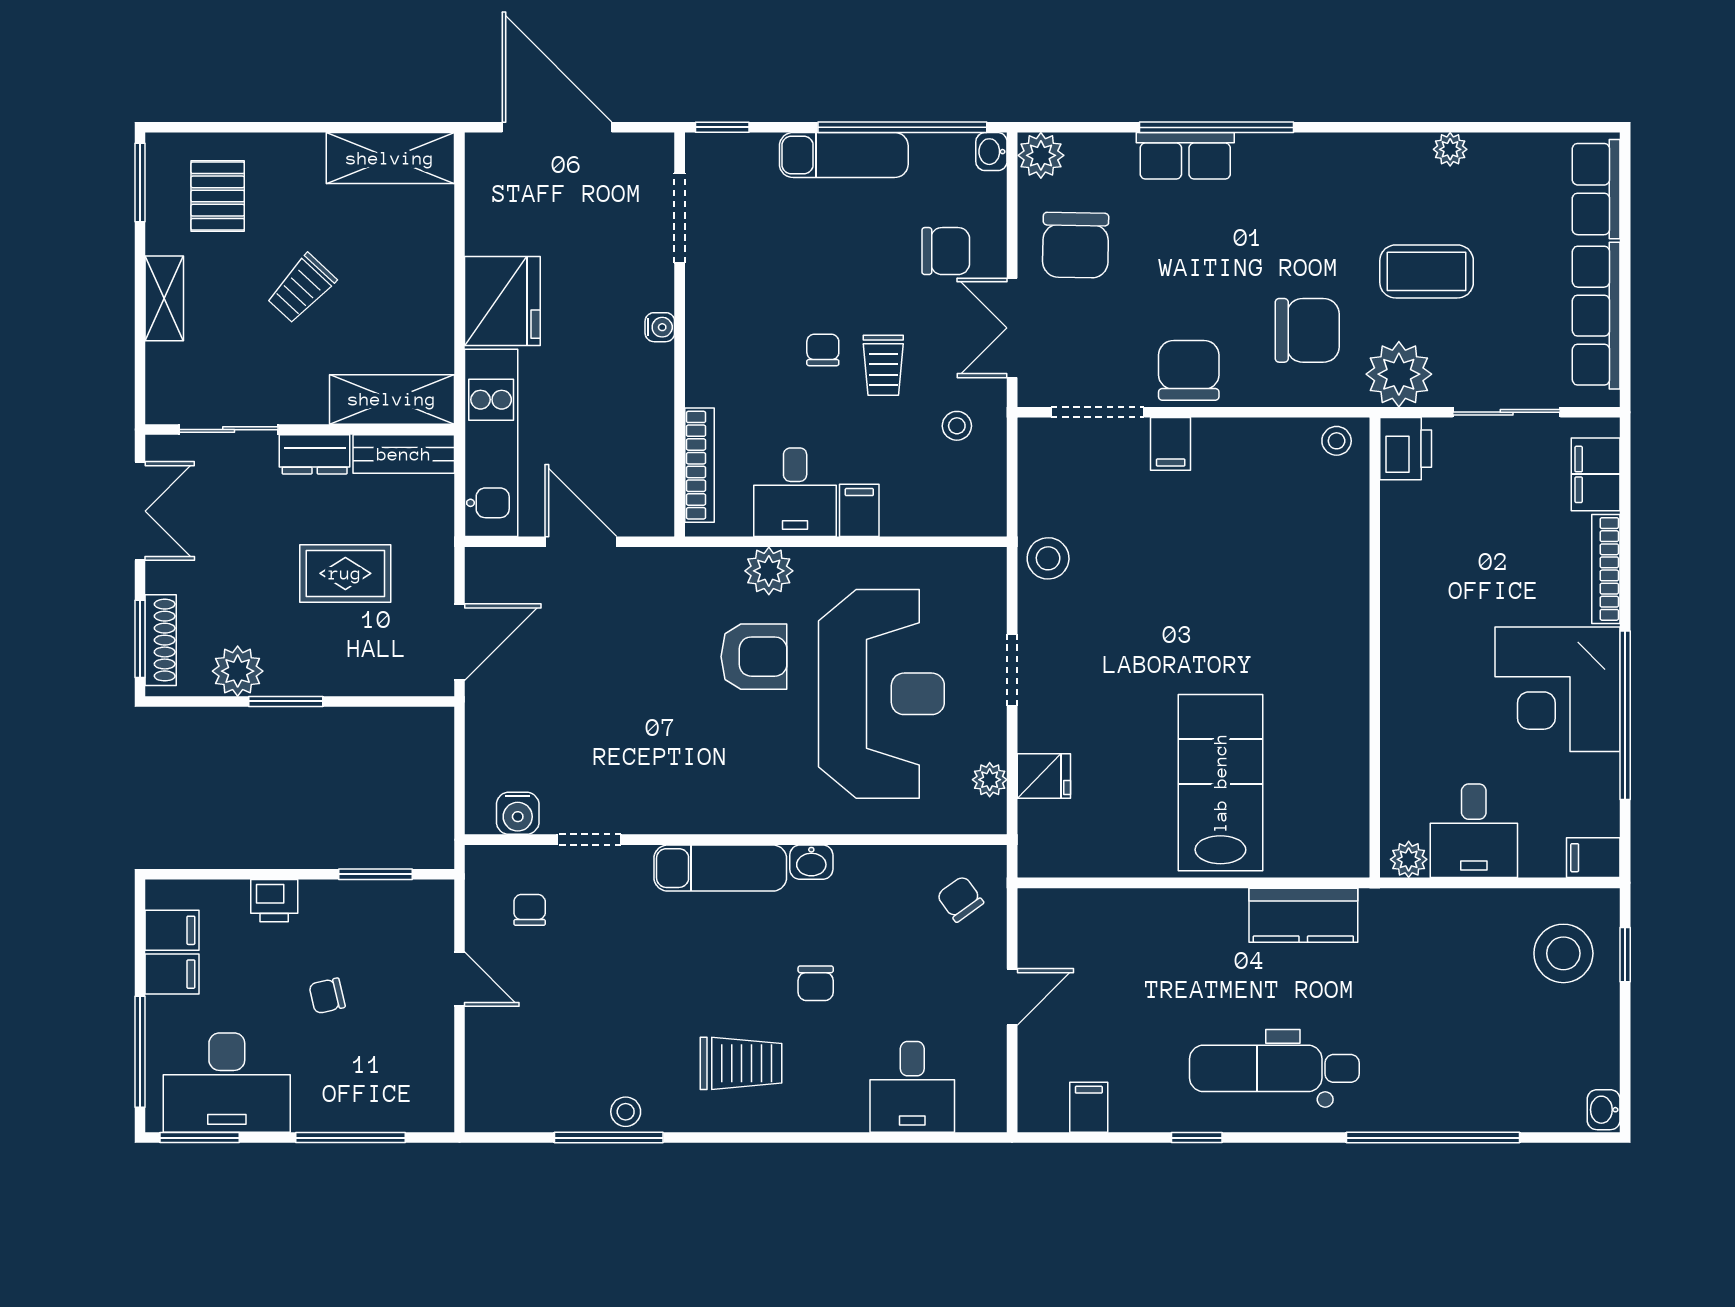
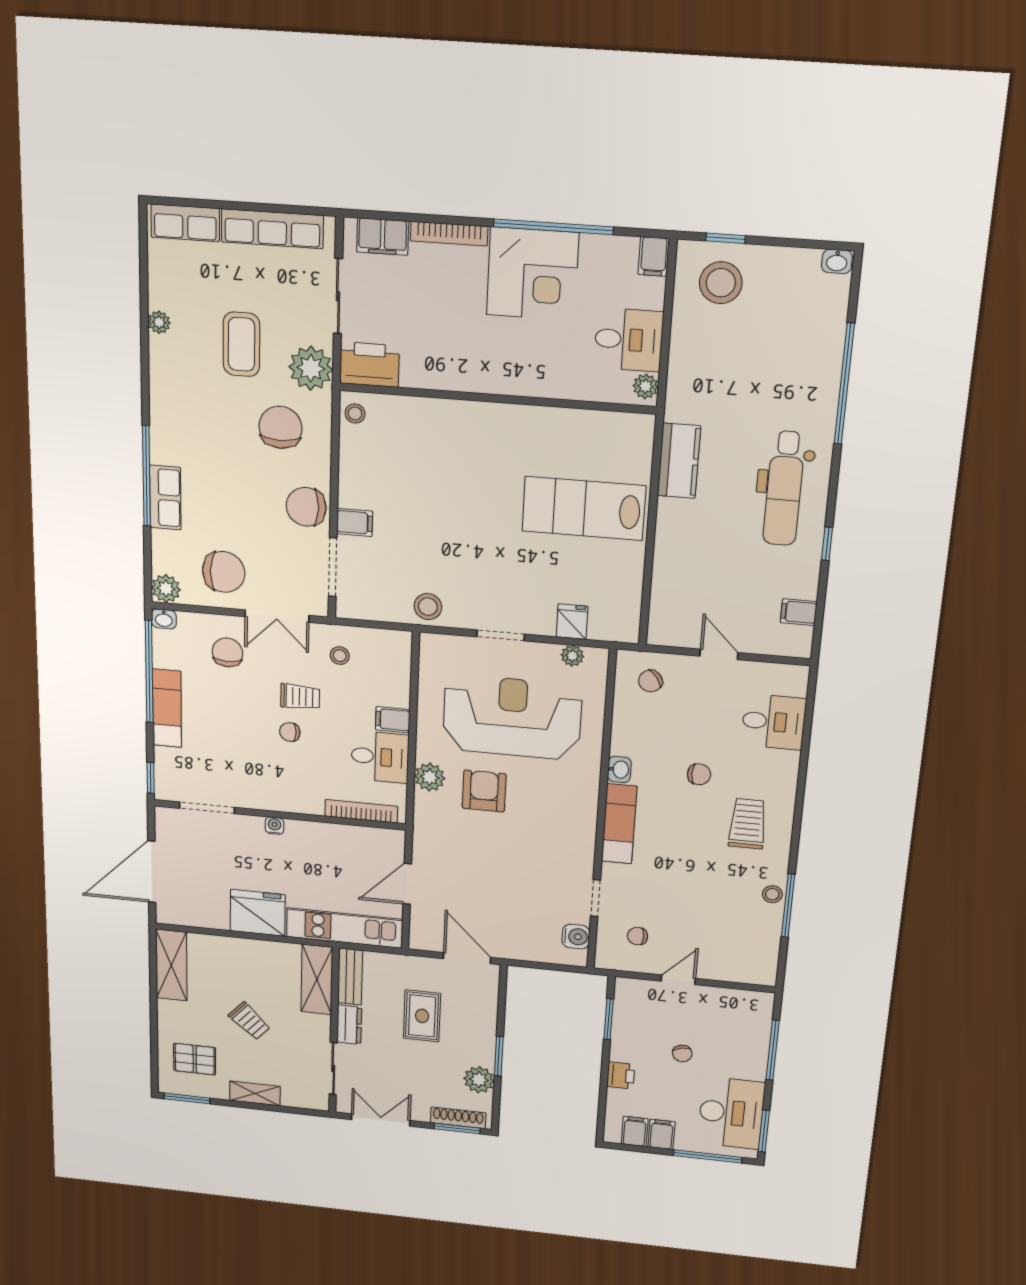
printer: (1406, 449) -> (369, 364), width x1.37, depth x1.19

